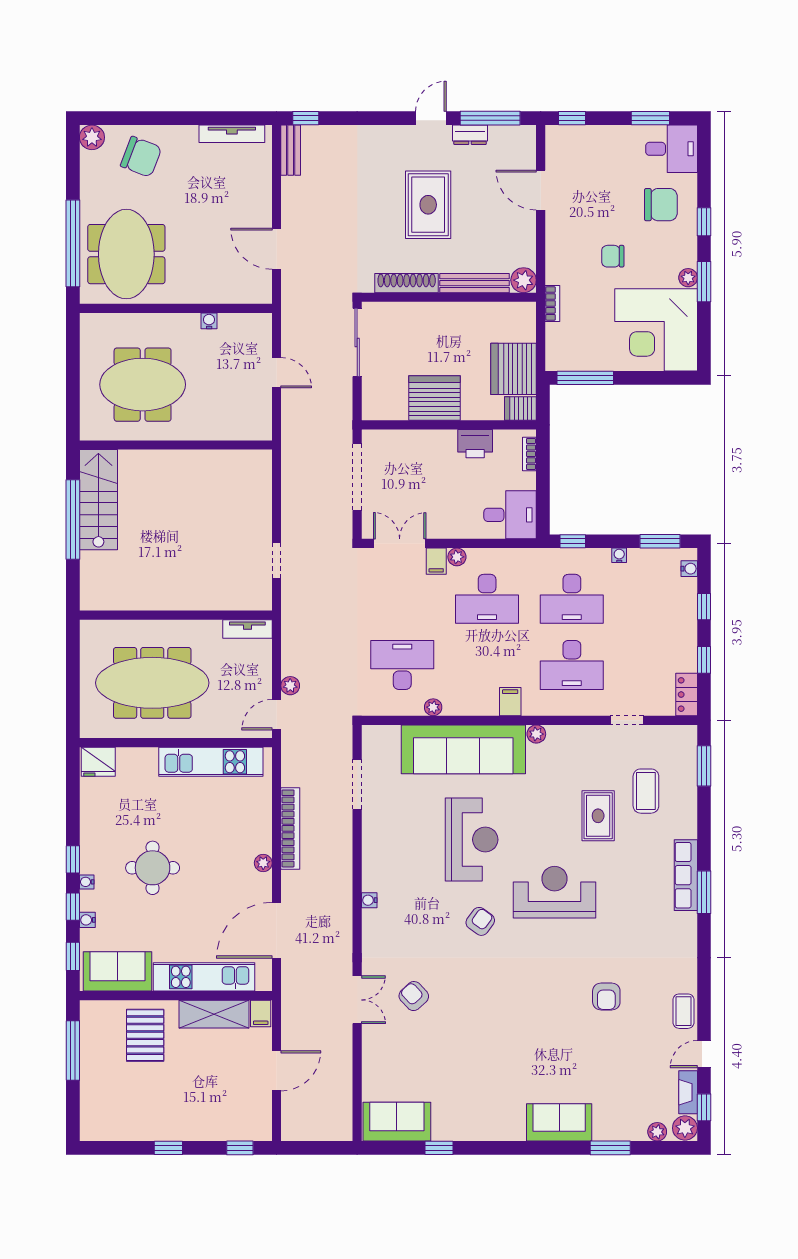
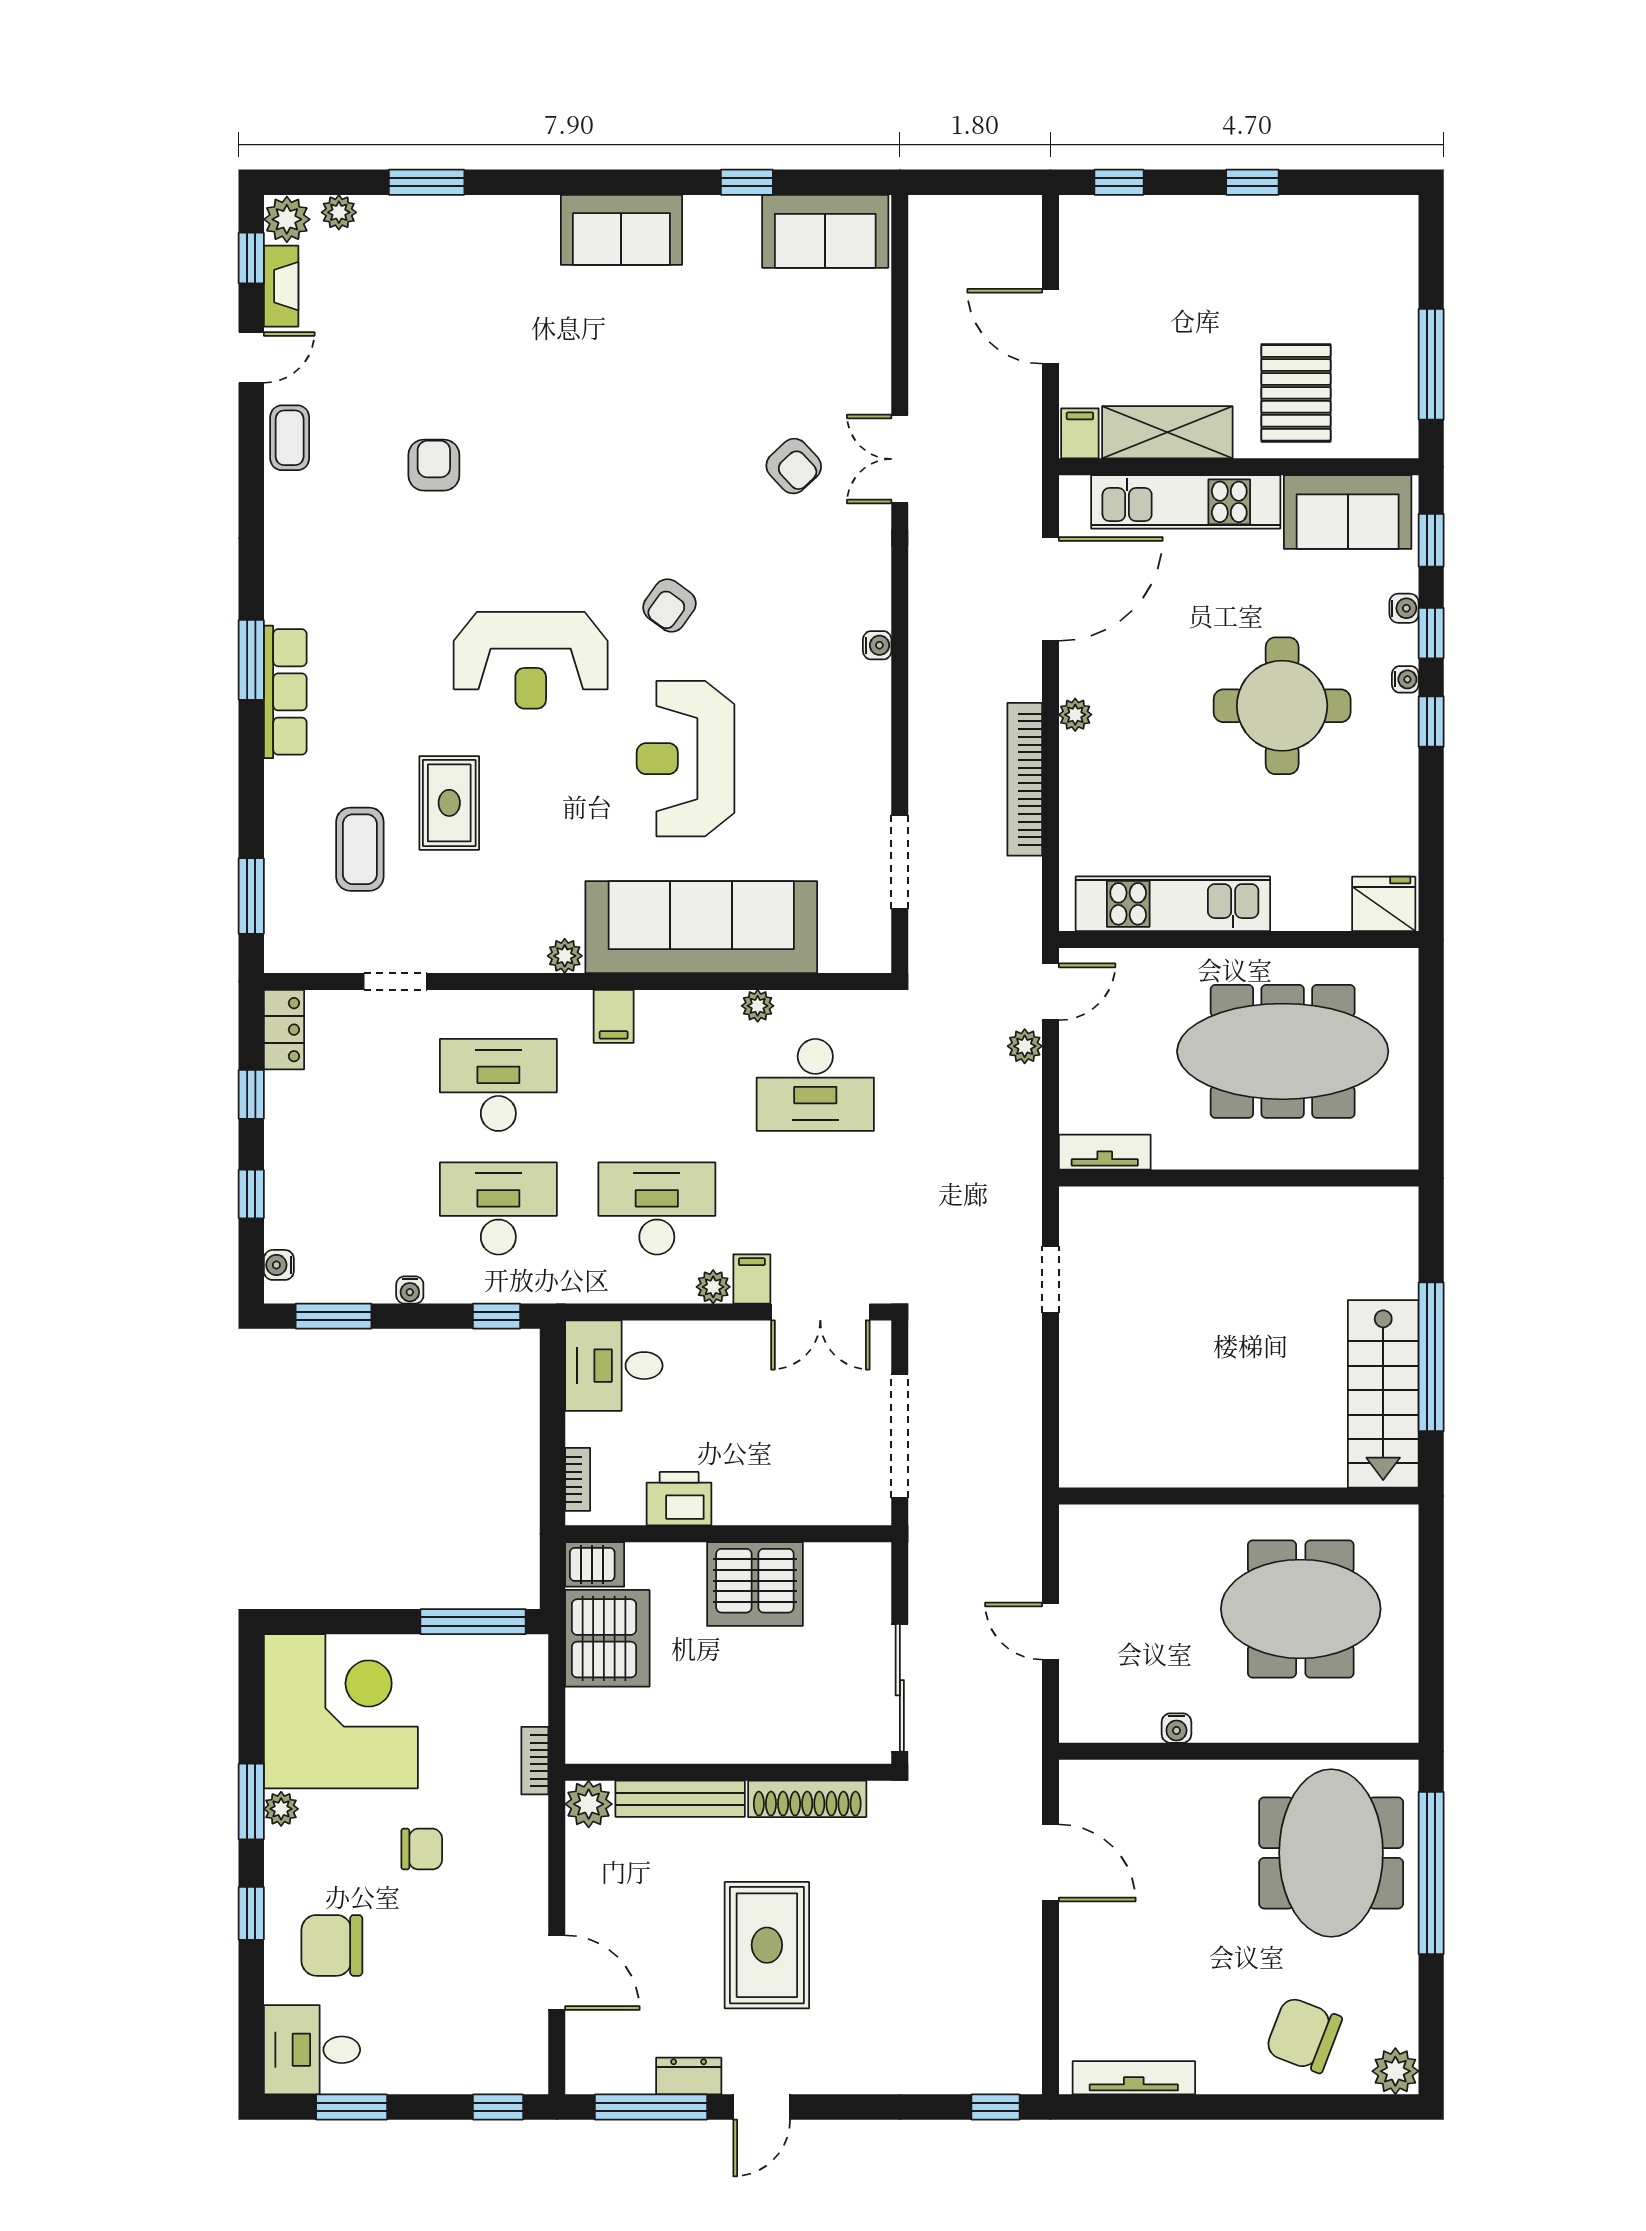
bench: (291, 150) -> (1024, 2047), removed
round table: (153, 868) -> (1282, 706), width x1.36, depth x1.36
door: (276, 1071) -> (1050, 326), hinge flipped
sofa: (559, 1122) -> (621, 230), moved

